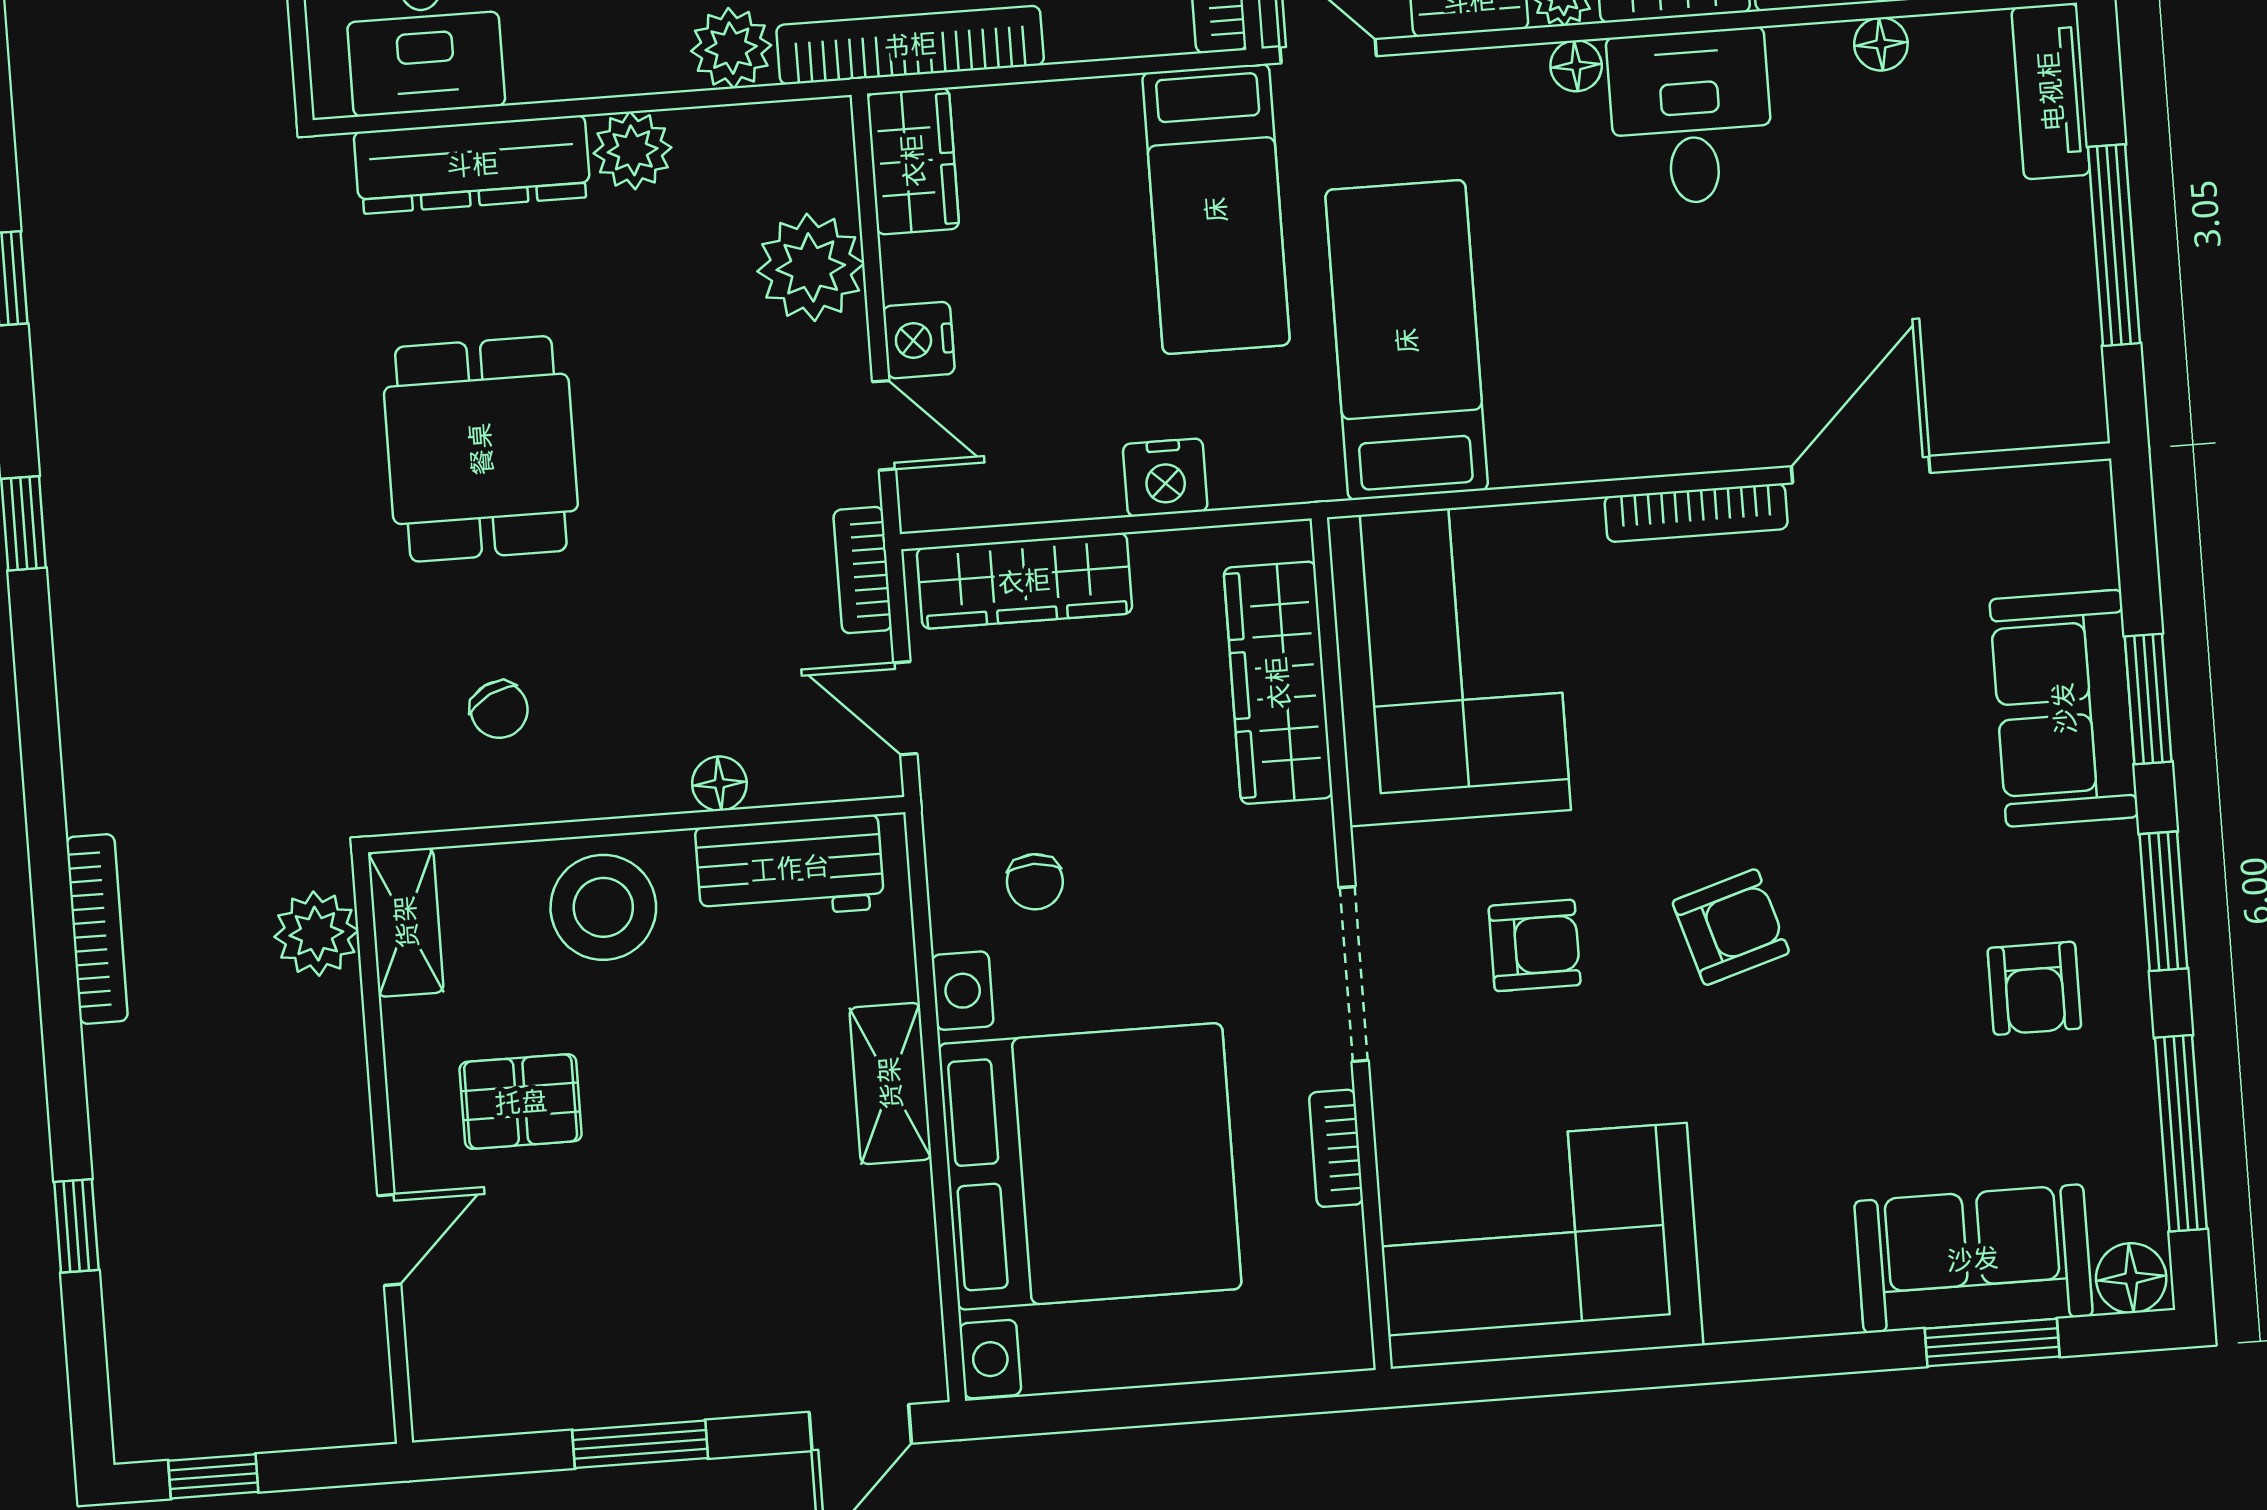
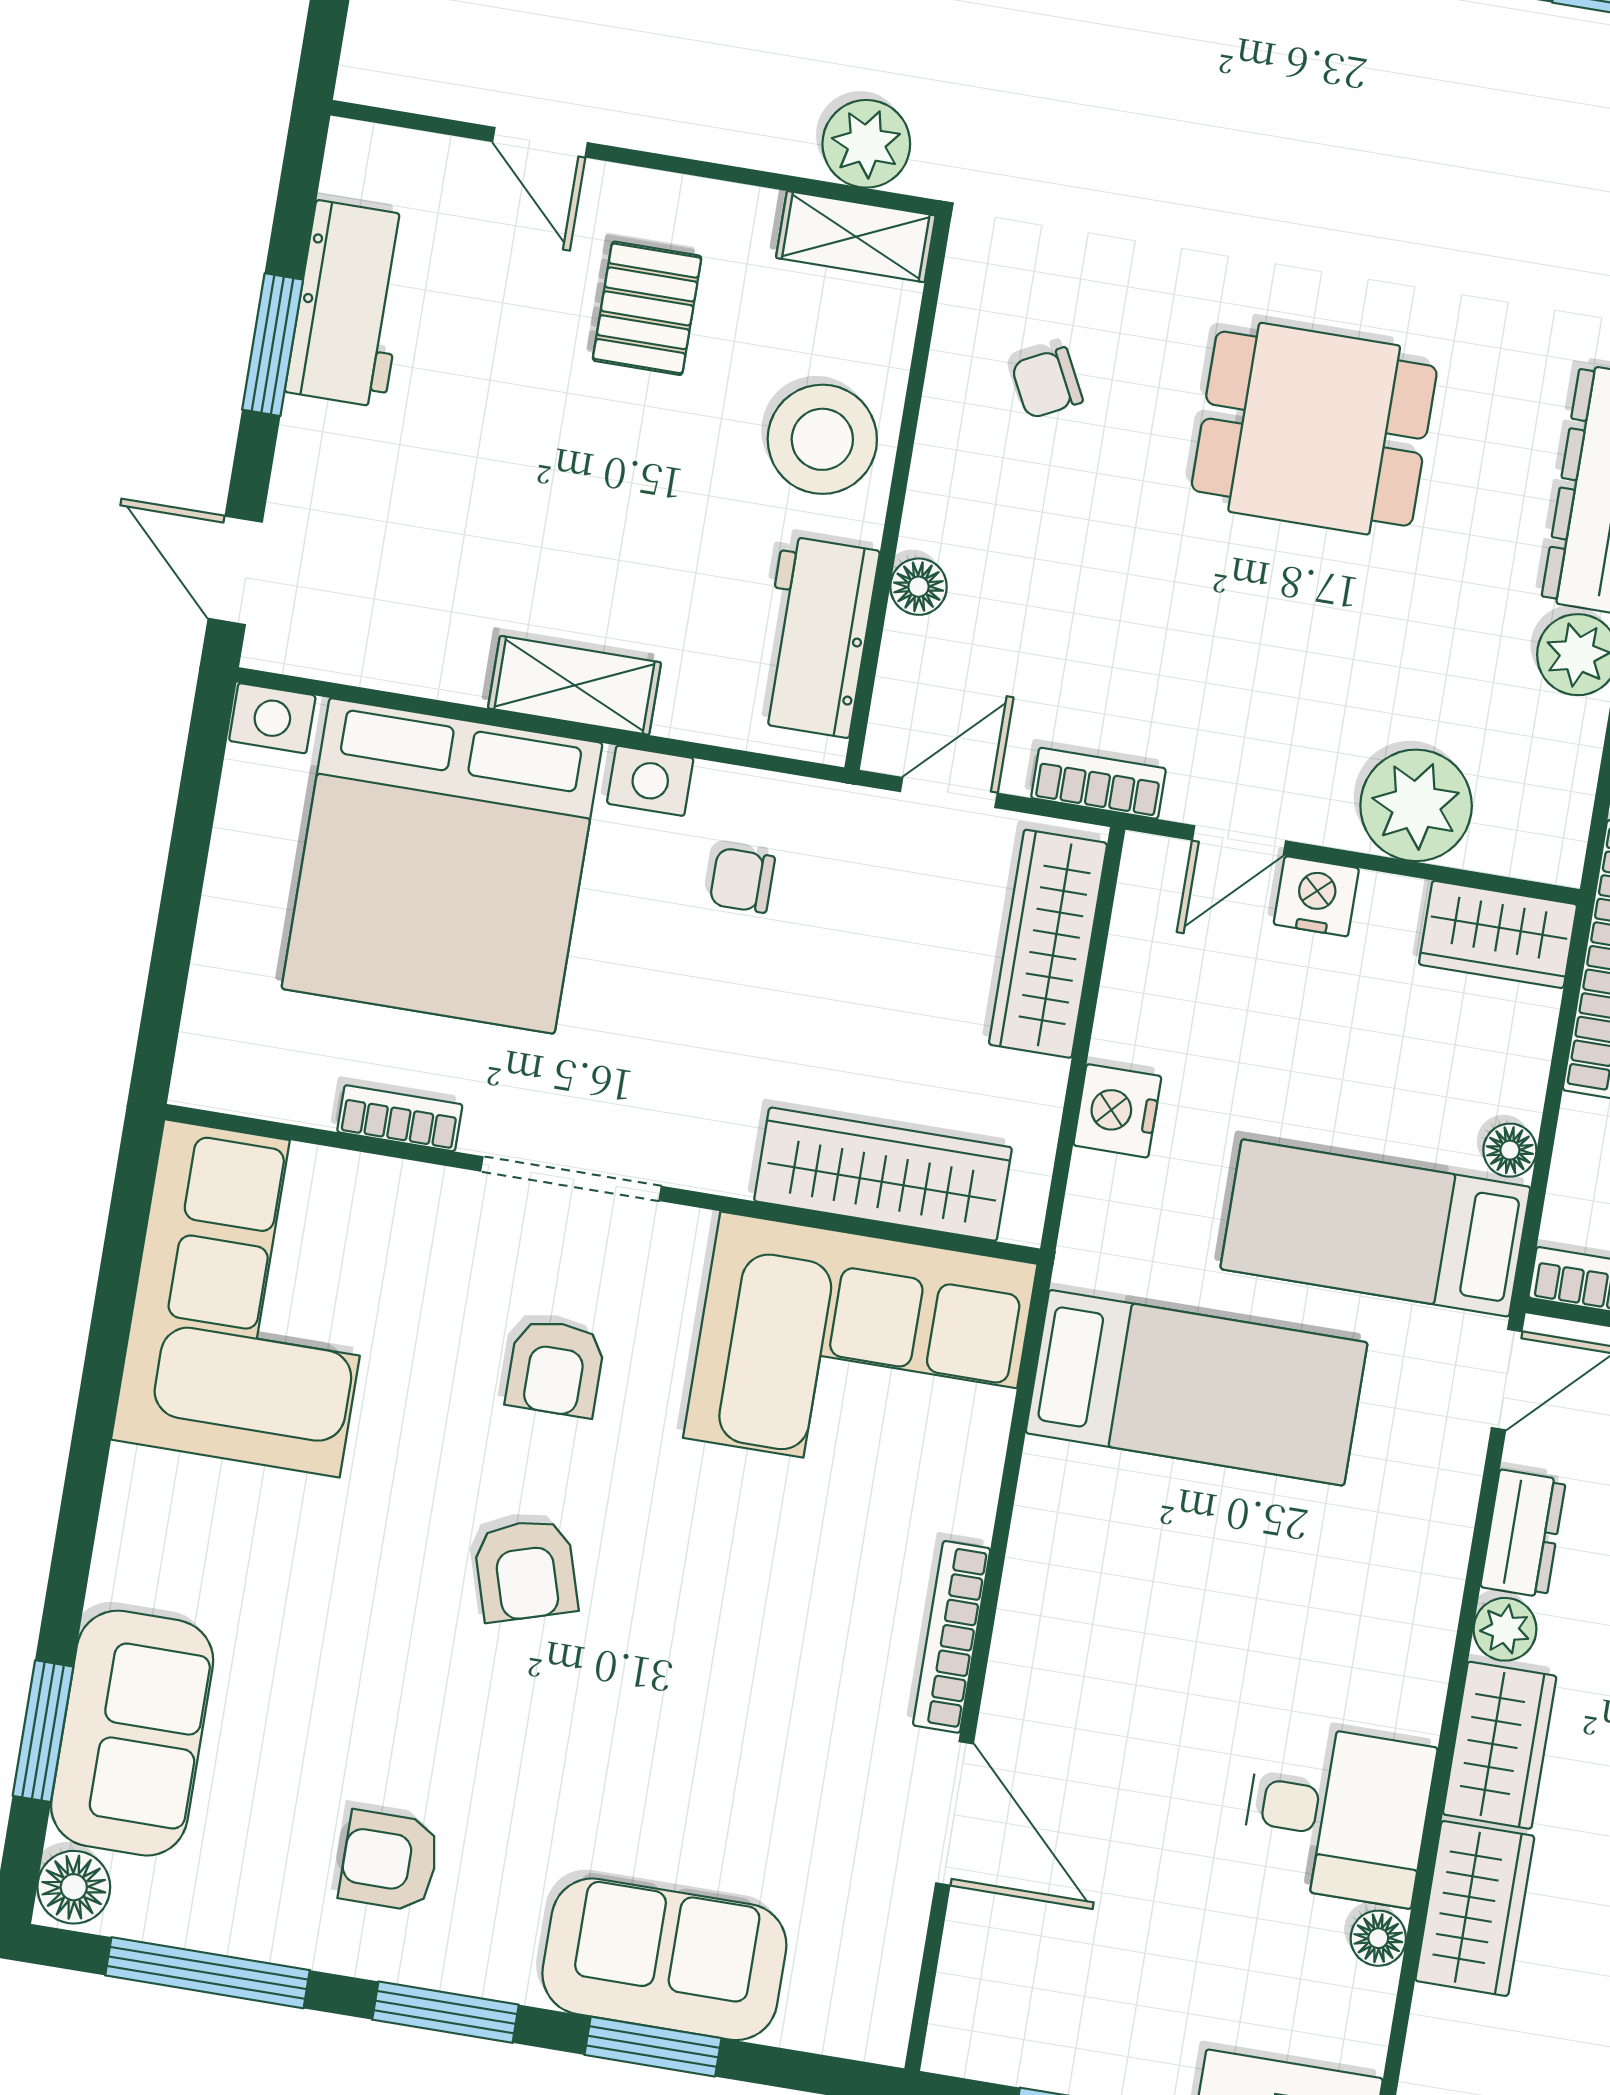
floor lamp: (1576, 66) -> (1510, 1150), moved
desk: (1691, 117) -> (1337, 1814), moved
workbench: (584, 1381) -> (350, 304), added

